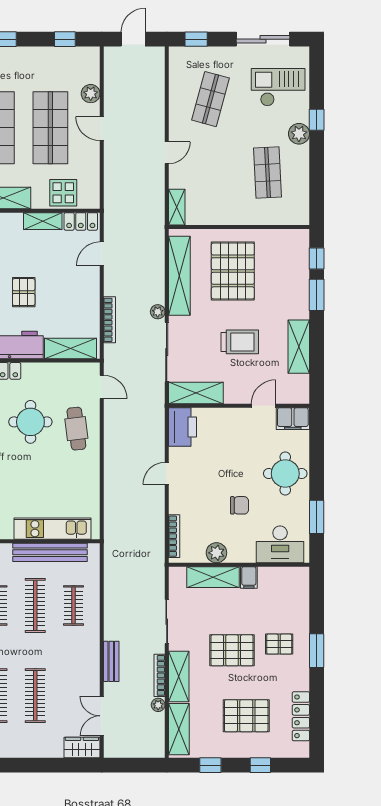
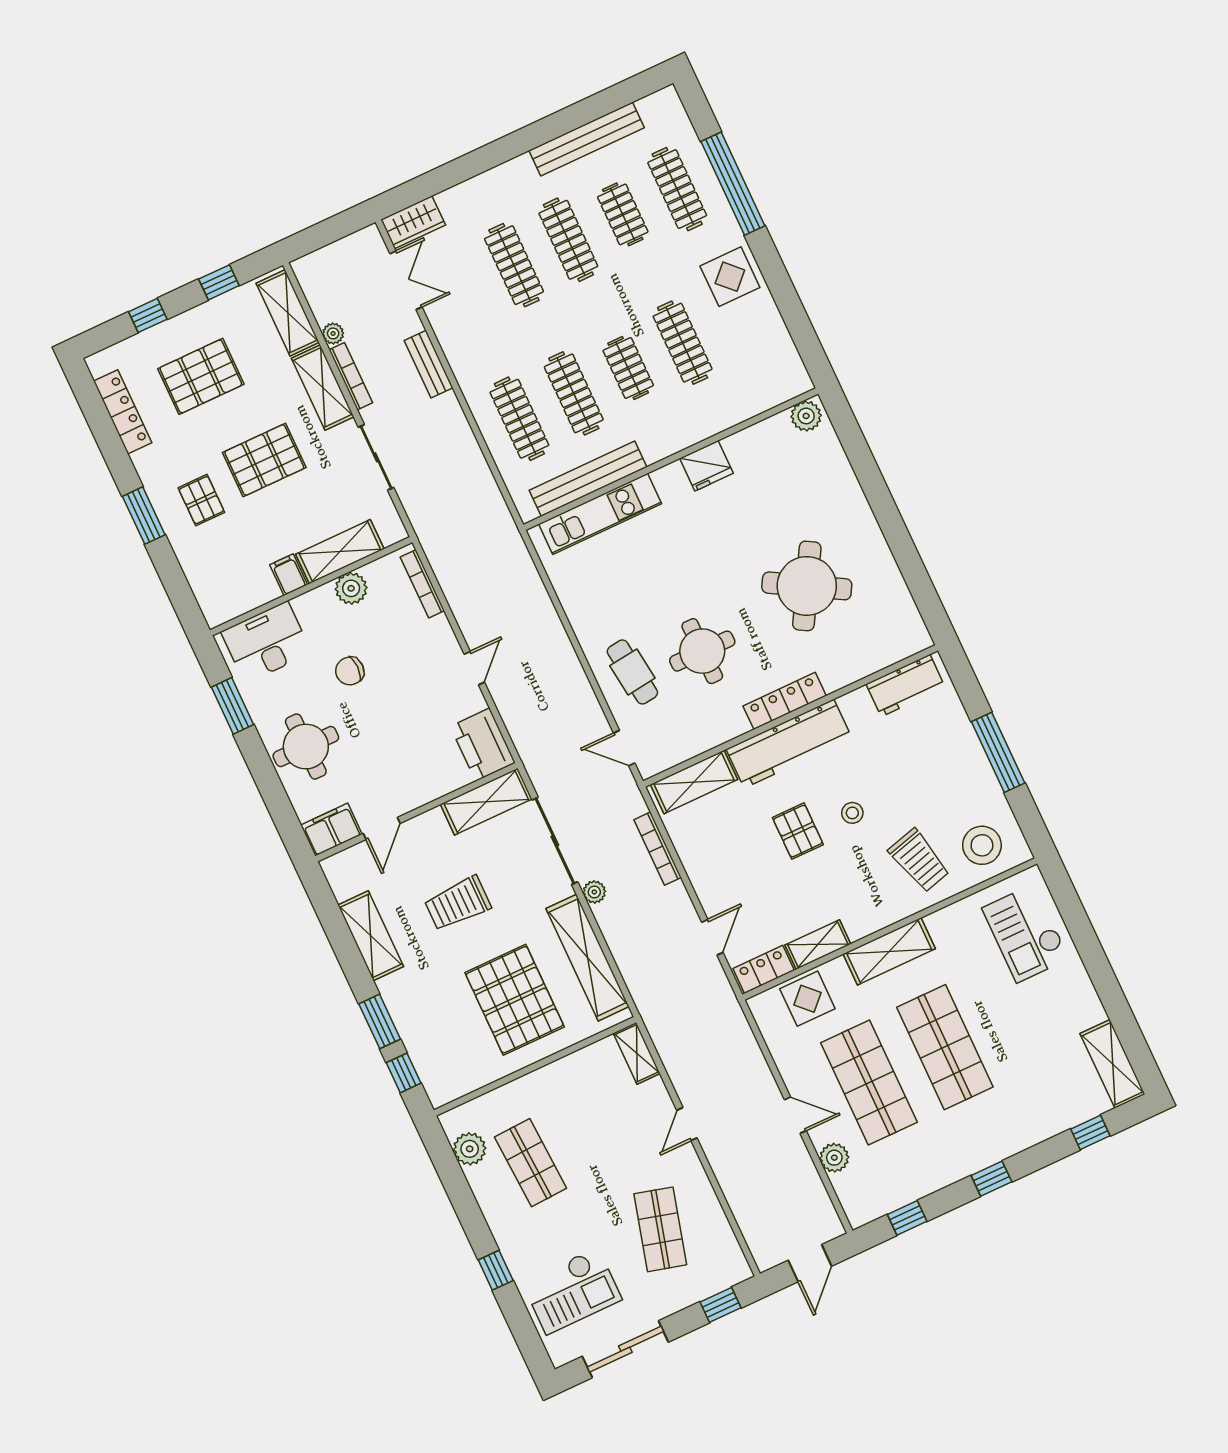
plant: (299, 134) -> (470, 1149), moved
clothes rail: (73, 605) -> (519, 419), width x1.36
pallet: (279, 644) -> (201, 500), turned 90

